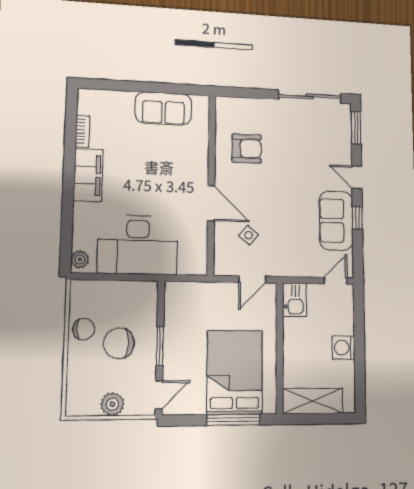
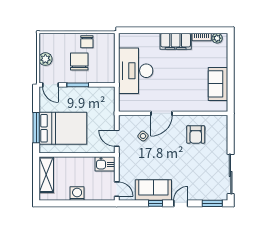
plant: (80, 259) -> (217, 38), moved

